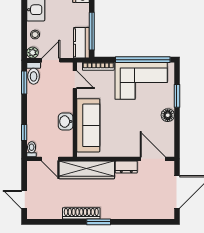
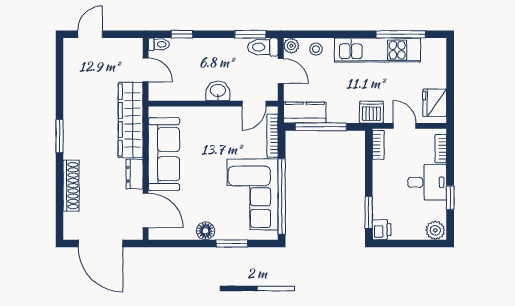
washbasin: (66, 122) -> (218, 91), moved
sofa: (88, 125) -> (164, 154), moved, turned -90
door: (50, 159) -> (146, 70), swing flipped
door: (153, 159) -> (146, 210), hinge flipped
shoe rack: (81, 213) -> (71, 186), moved

